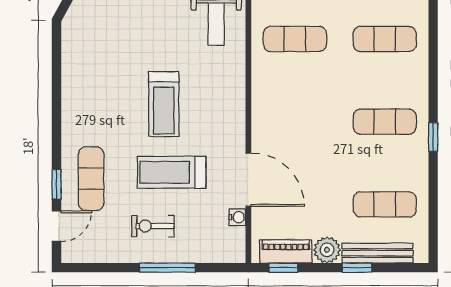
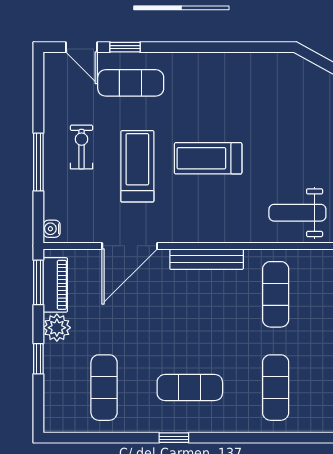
exercise mat: (385, 122) -> (190, 388), turned 90
water cooler: (237, 217) -> (52, 229), moved, turned 90
bench: (378, 253) -> (207, 259), moved, turned 90
window: (283, 268) -> (38, 282), width x1.50

